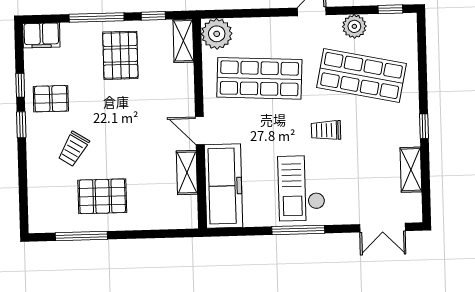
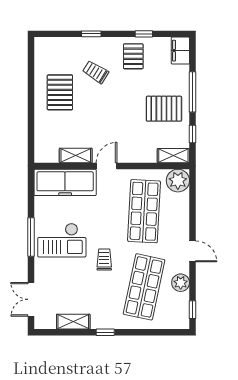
window: (21, 125) -> (91, 34), moved
checkout: (301, 188) -> (62, 240), turned 180
window: (81, 236) -> (31, 76), removed

